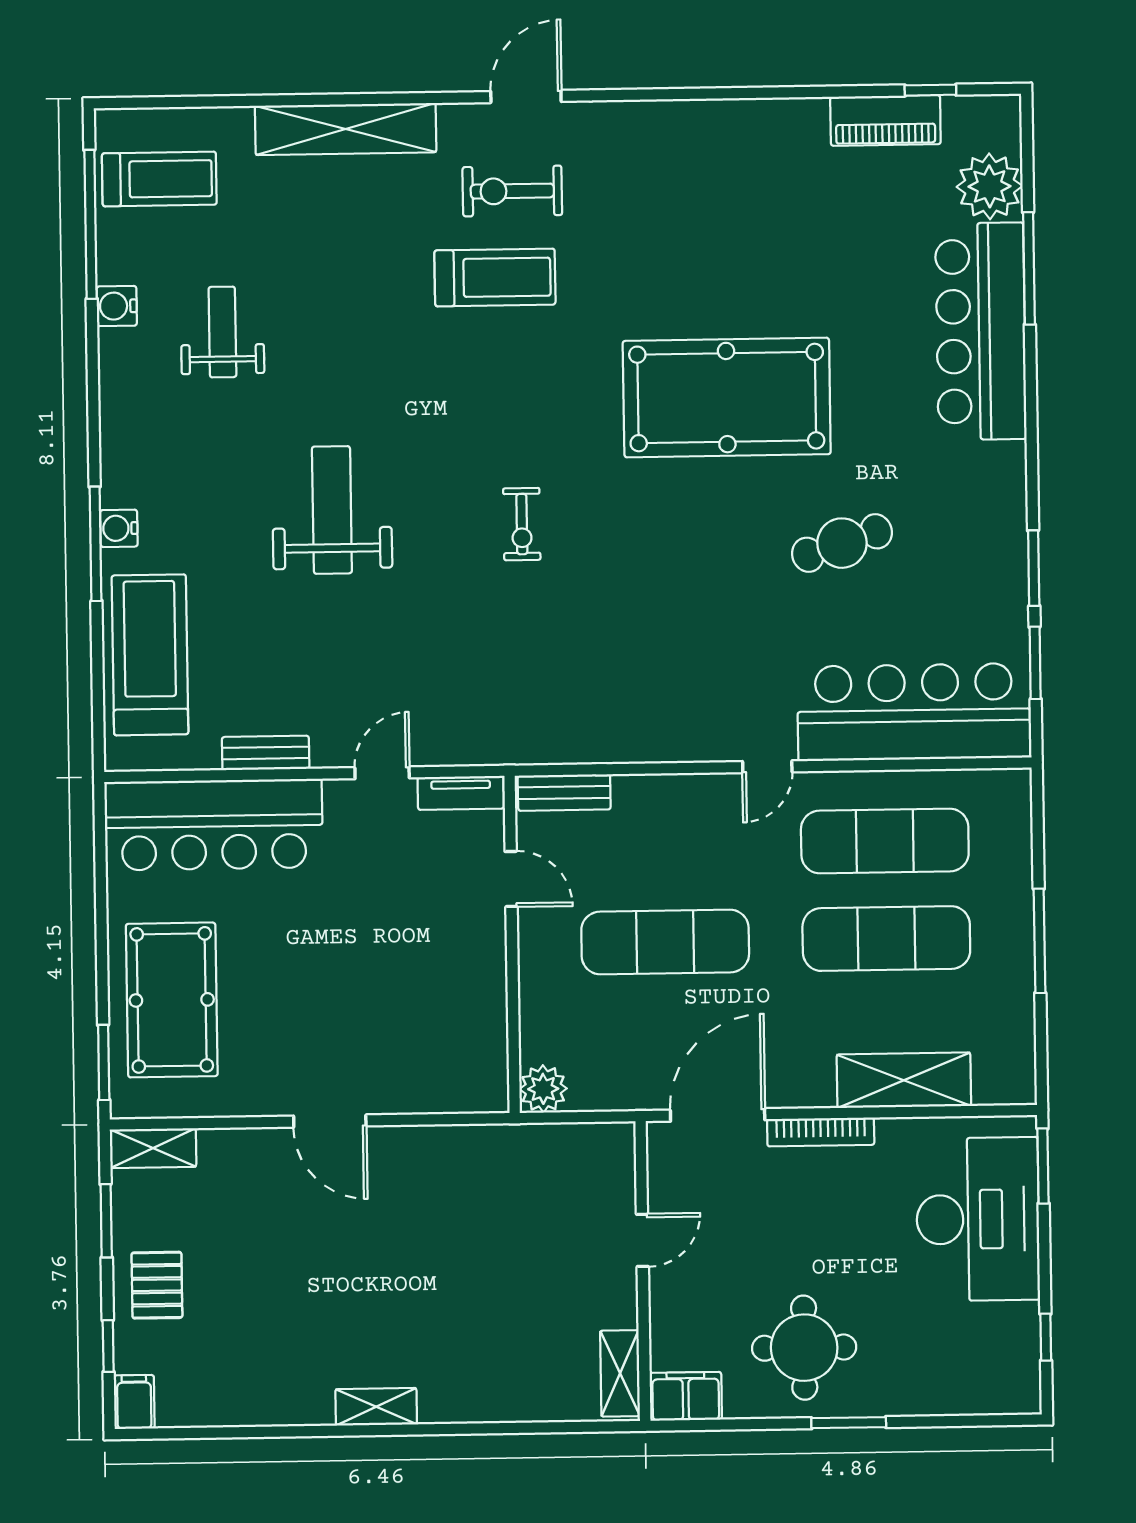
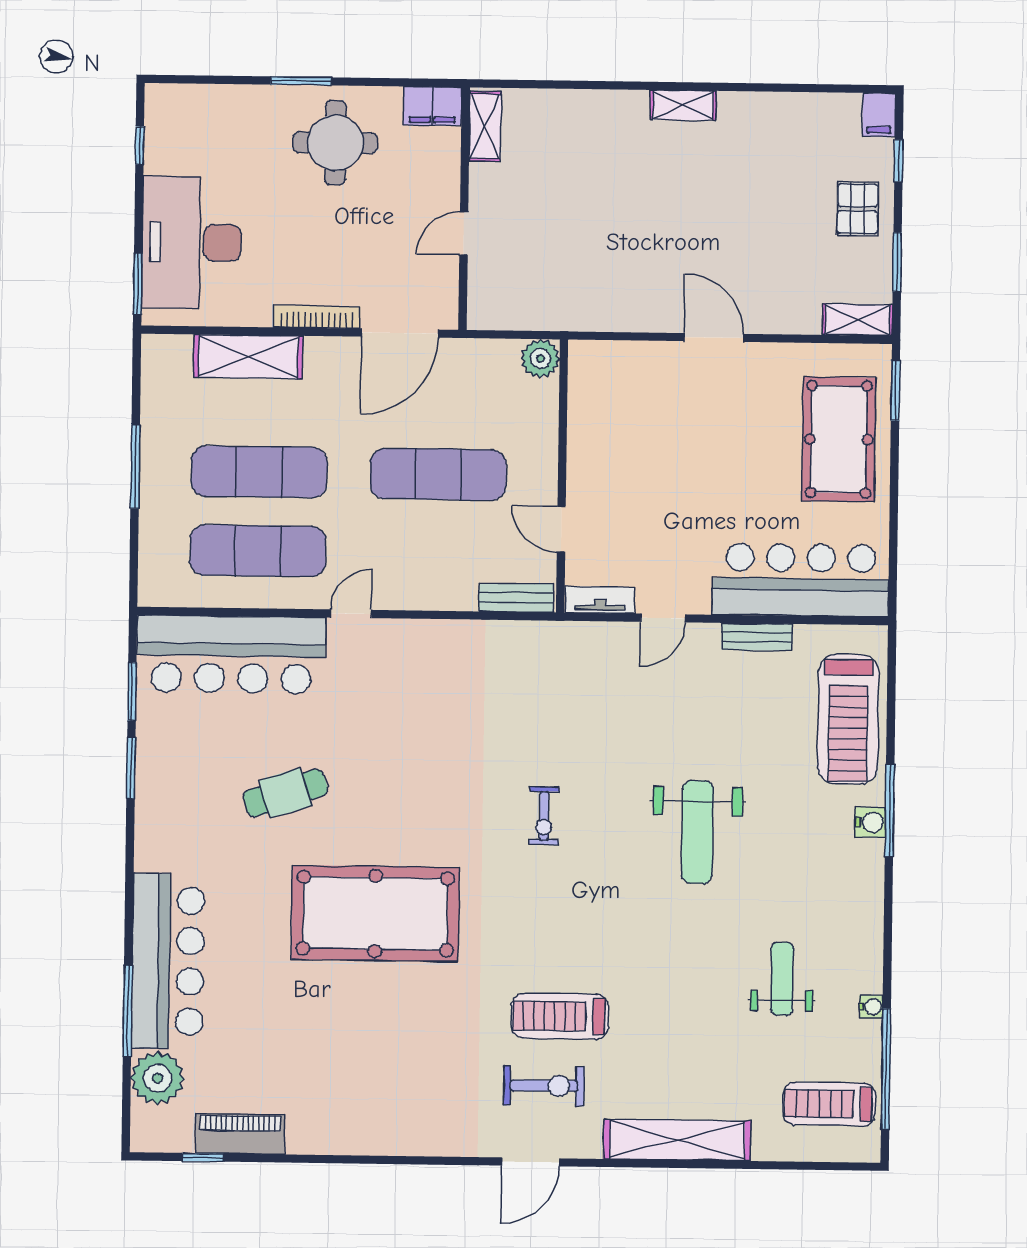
water cooler: (117, 306) -> (871, 1007), width x0.72, depth x0.72
weight bench: (222, 332) -> (782, 979), turned 180
exercise bike: (522, 524) -> (544, 816), turned 180

